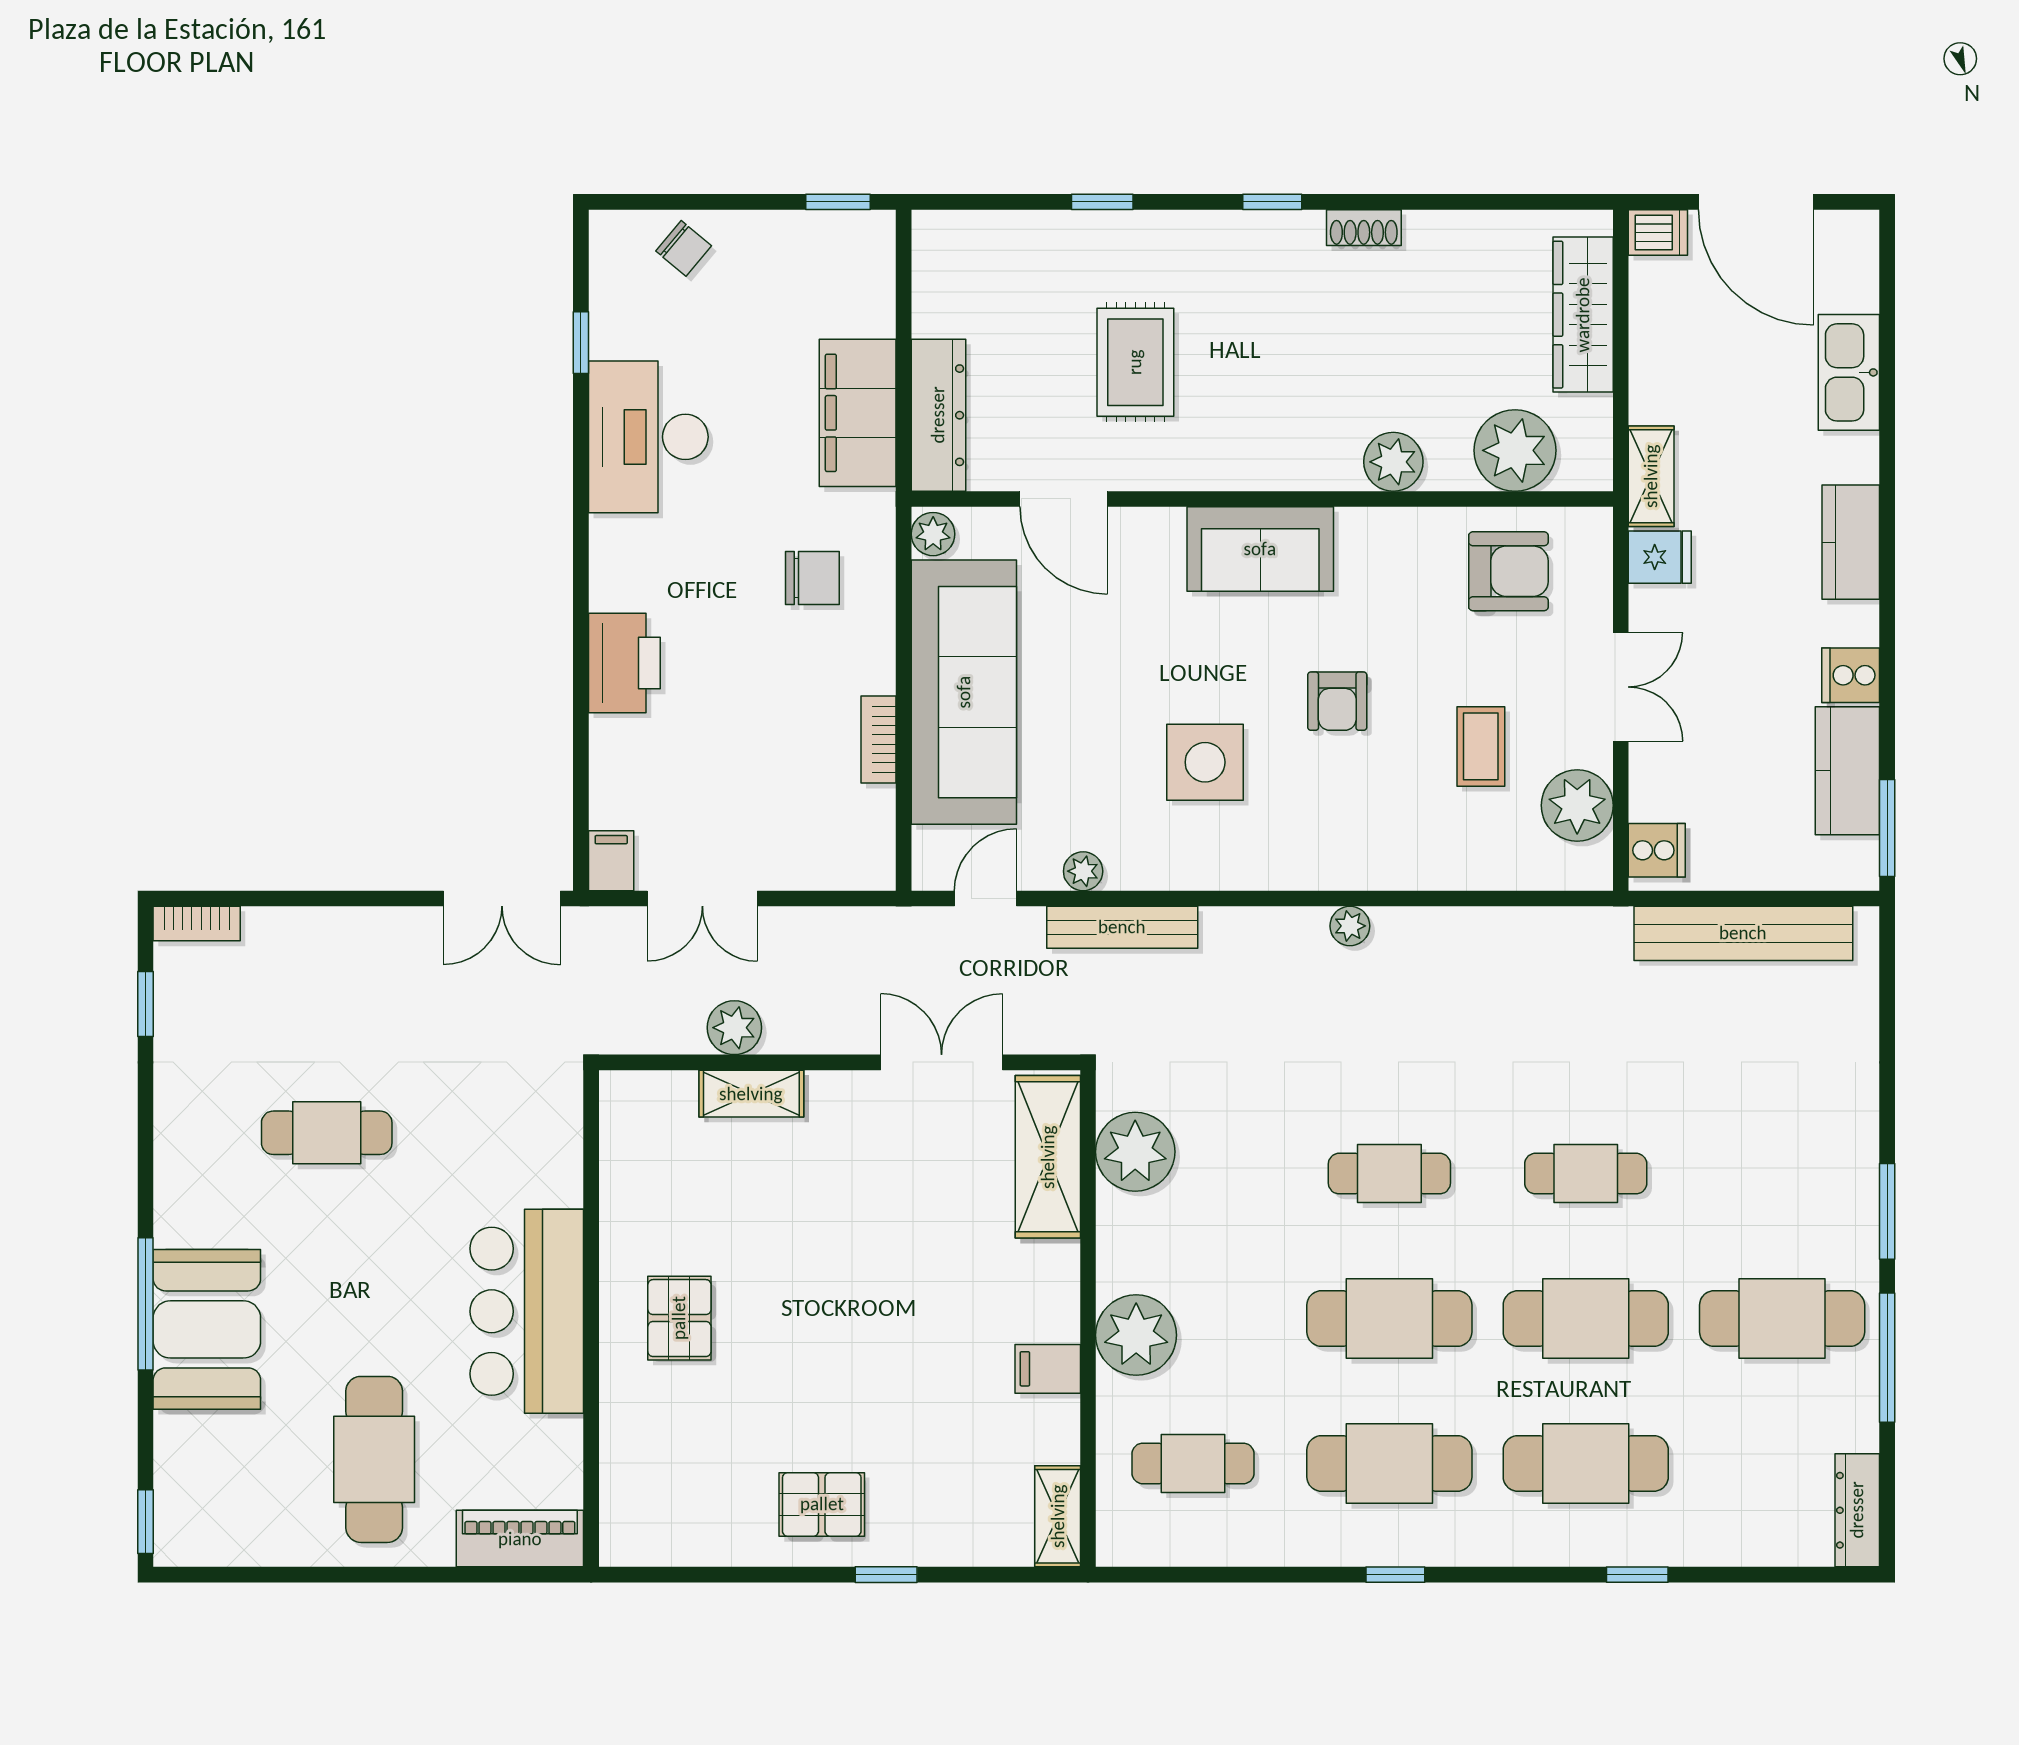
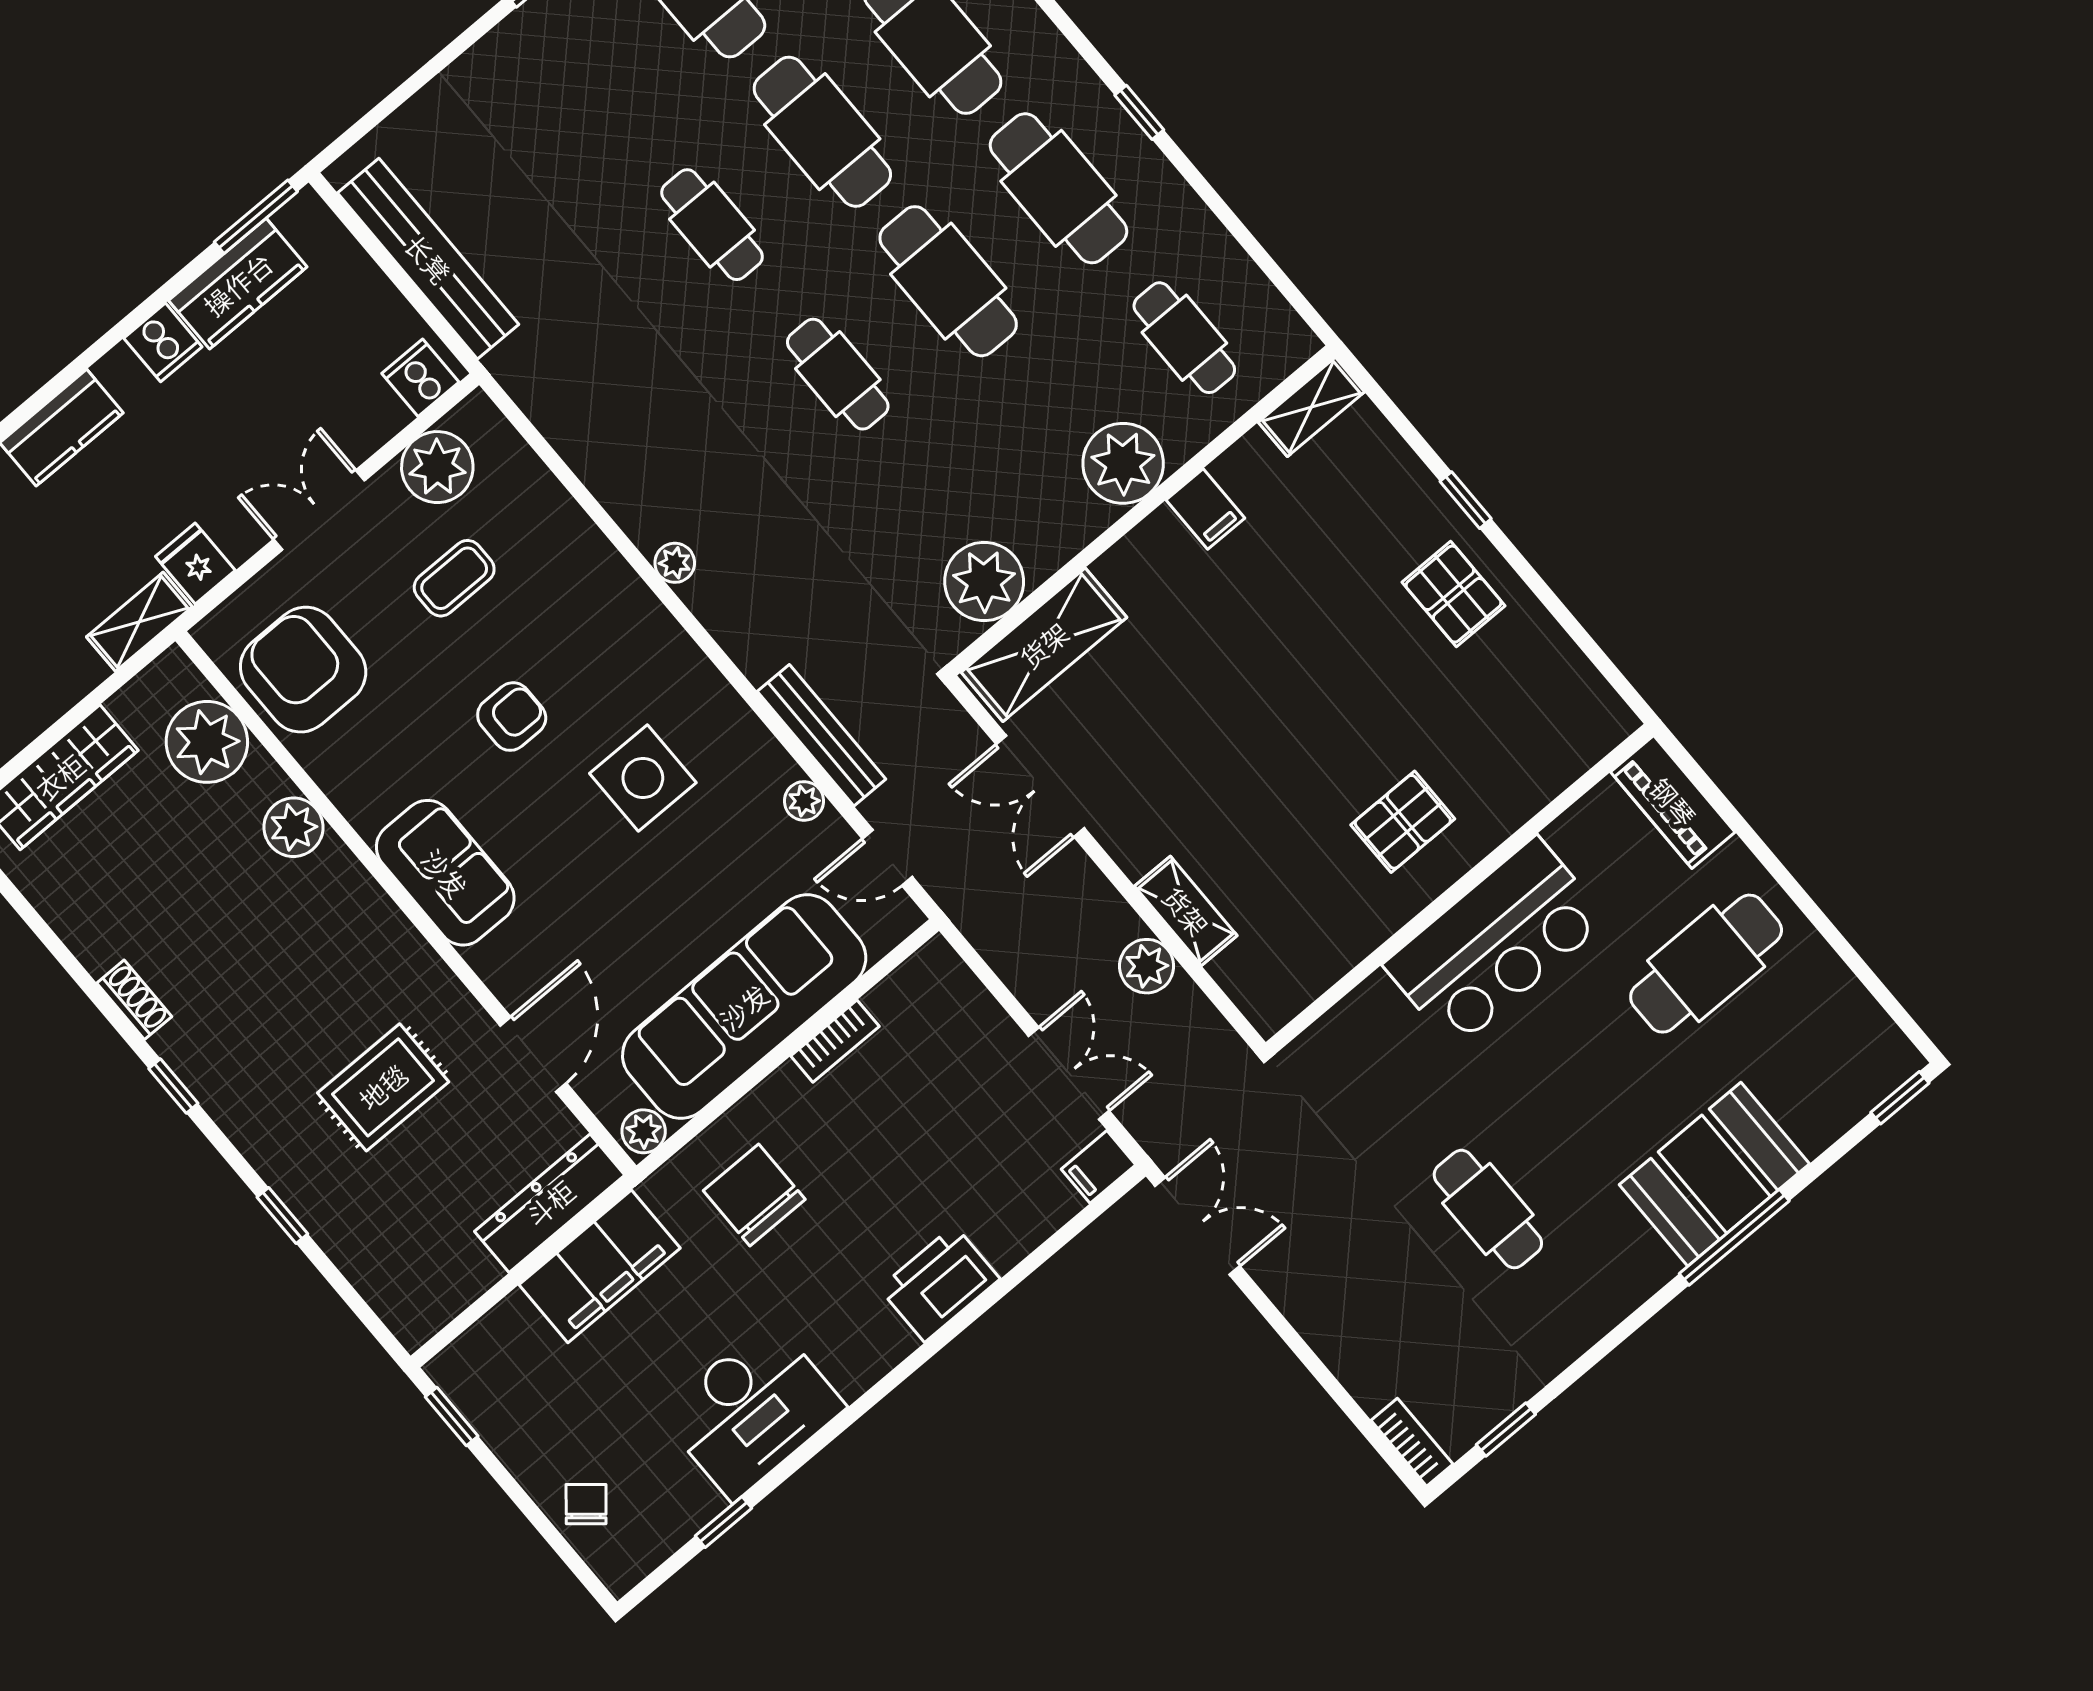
armchair: (1508, 571) -> (303, 670), width x1.36, depth x1.36
chair: (812, 578) -> (754, 1195), width x1.37, depth x1.37

